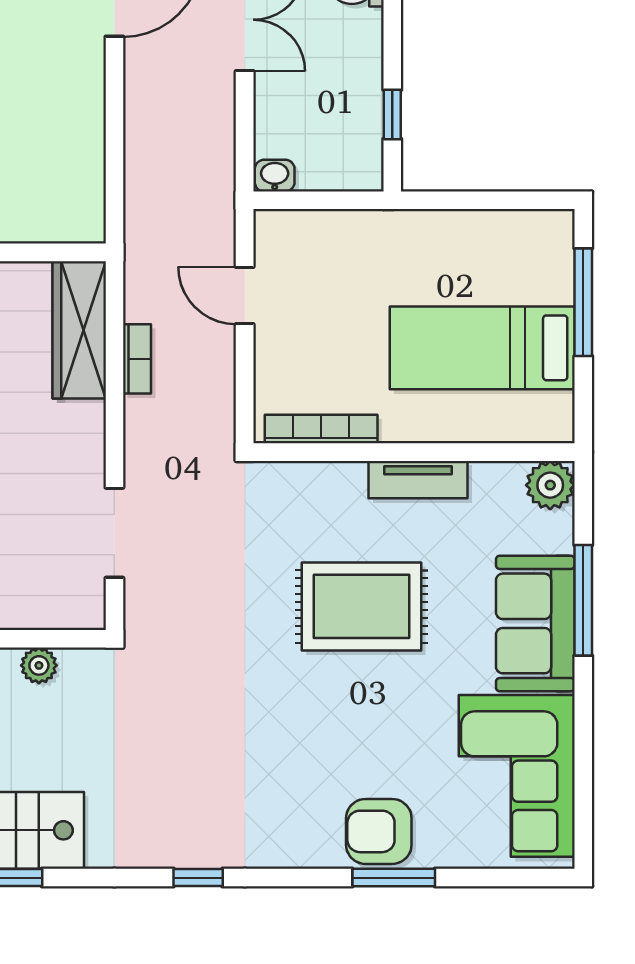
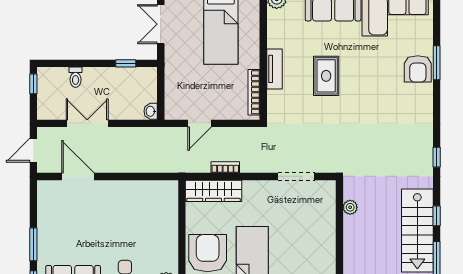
double door: (488, 200) -> (161, 24), added
tv unit: (418, 480) -> (274, 69), moved
rug: (362, 606) -> (326, 76), width x0.73, depth x0.70
window: (198, 878) -> (437, 157), moved

